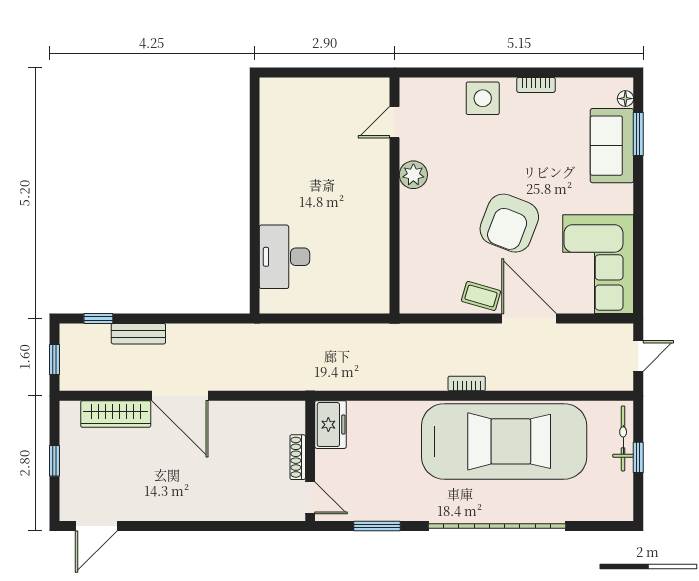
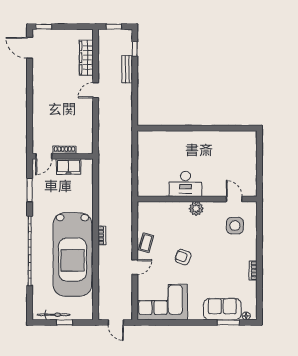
side table: (483, 98) -> (235, 226), moved
plant: (413, 175) -> (196, 208), moved
armchair: (509, 223) -> (183, 257), width x0.53, depth x0.53
desk: (285, 257) -> (185, 184), moved, turned 180
door: (529, 318) -> (135, 267), width x0.53
door: (180, 396) -> (96, 90), width x0.53
freezer: (331, 425) -> (69, 167), moved
bicycle: (623, 438) -> (54, 315), moved
window: (54, 461) -> (44, 27), moved

